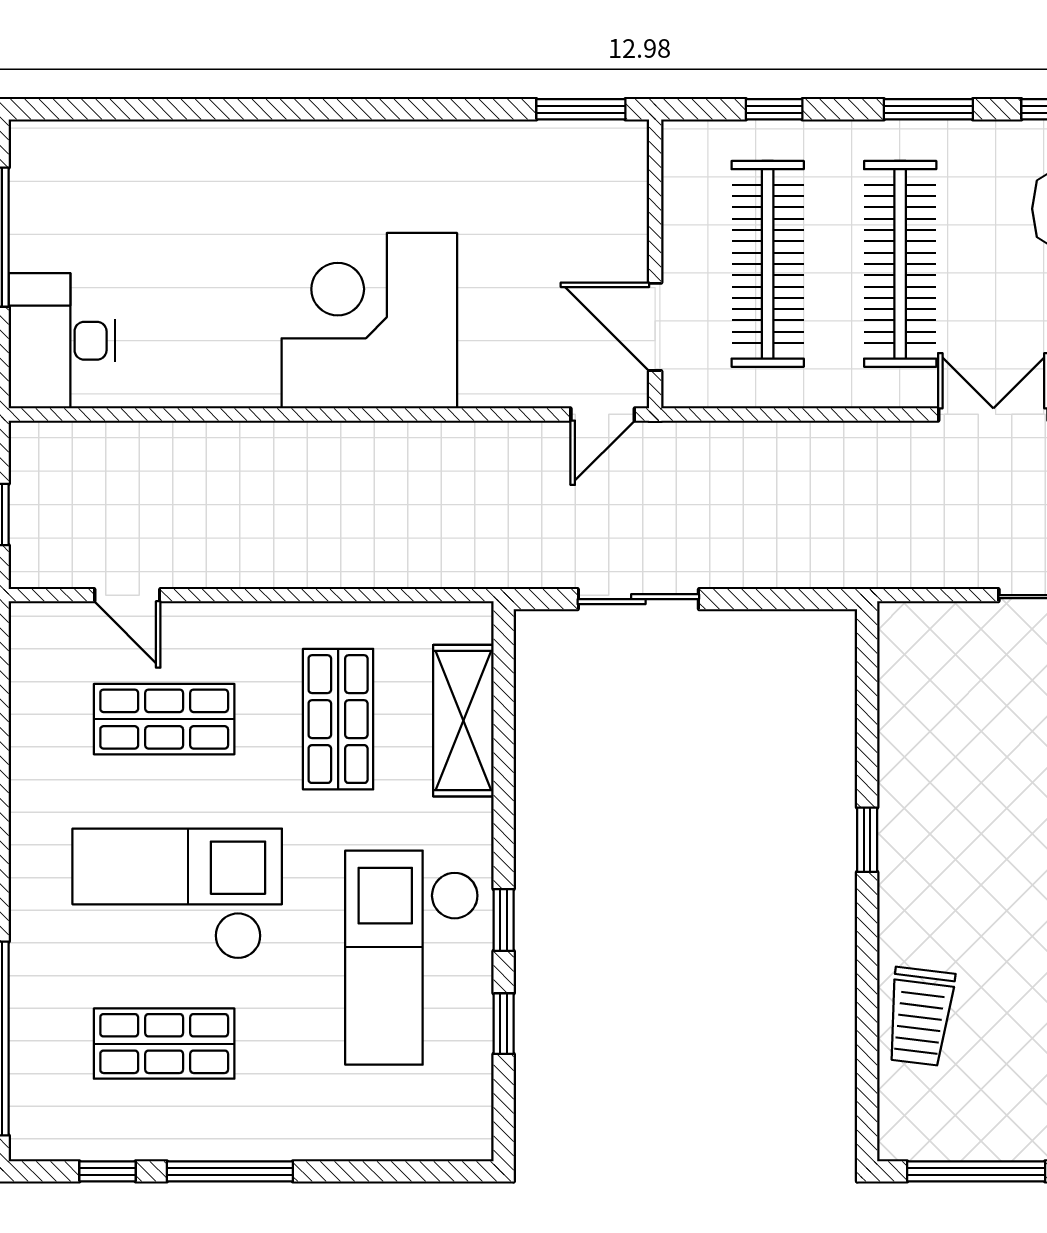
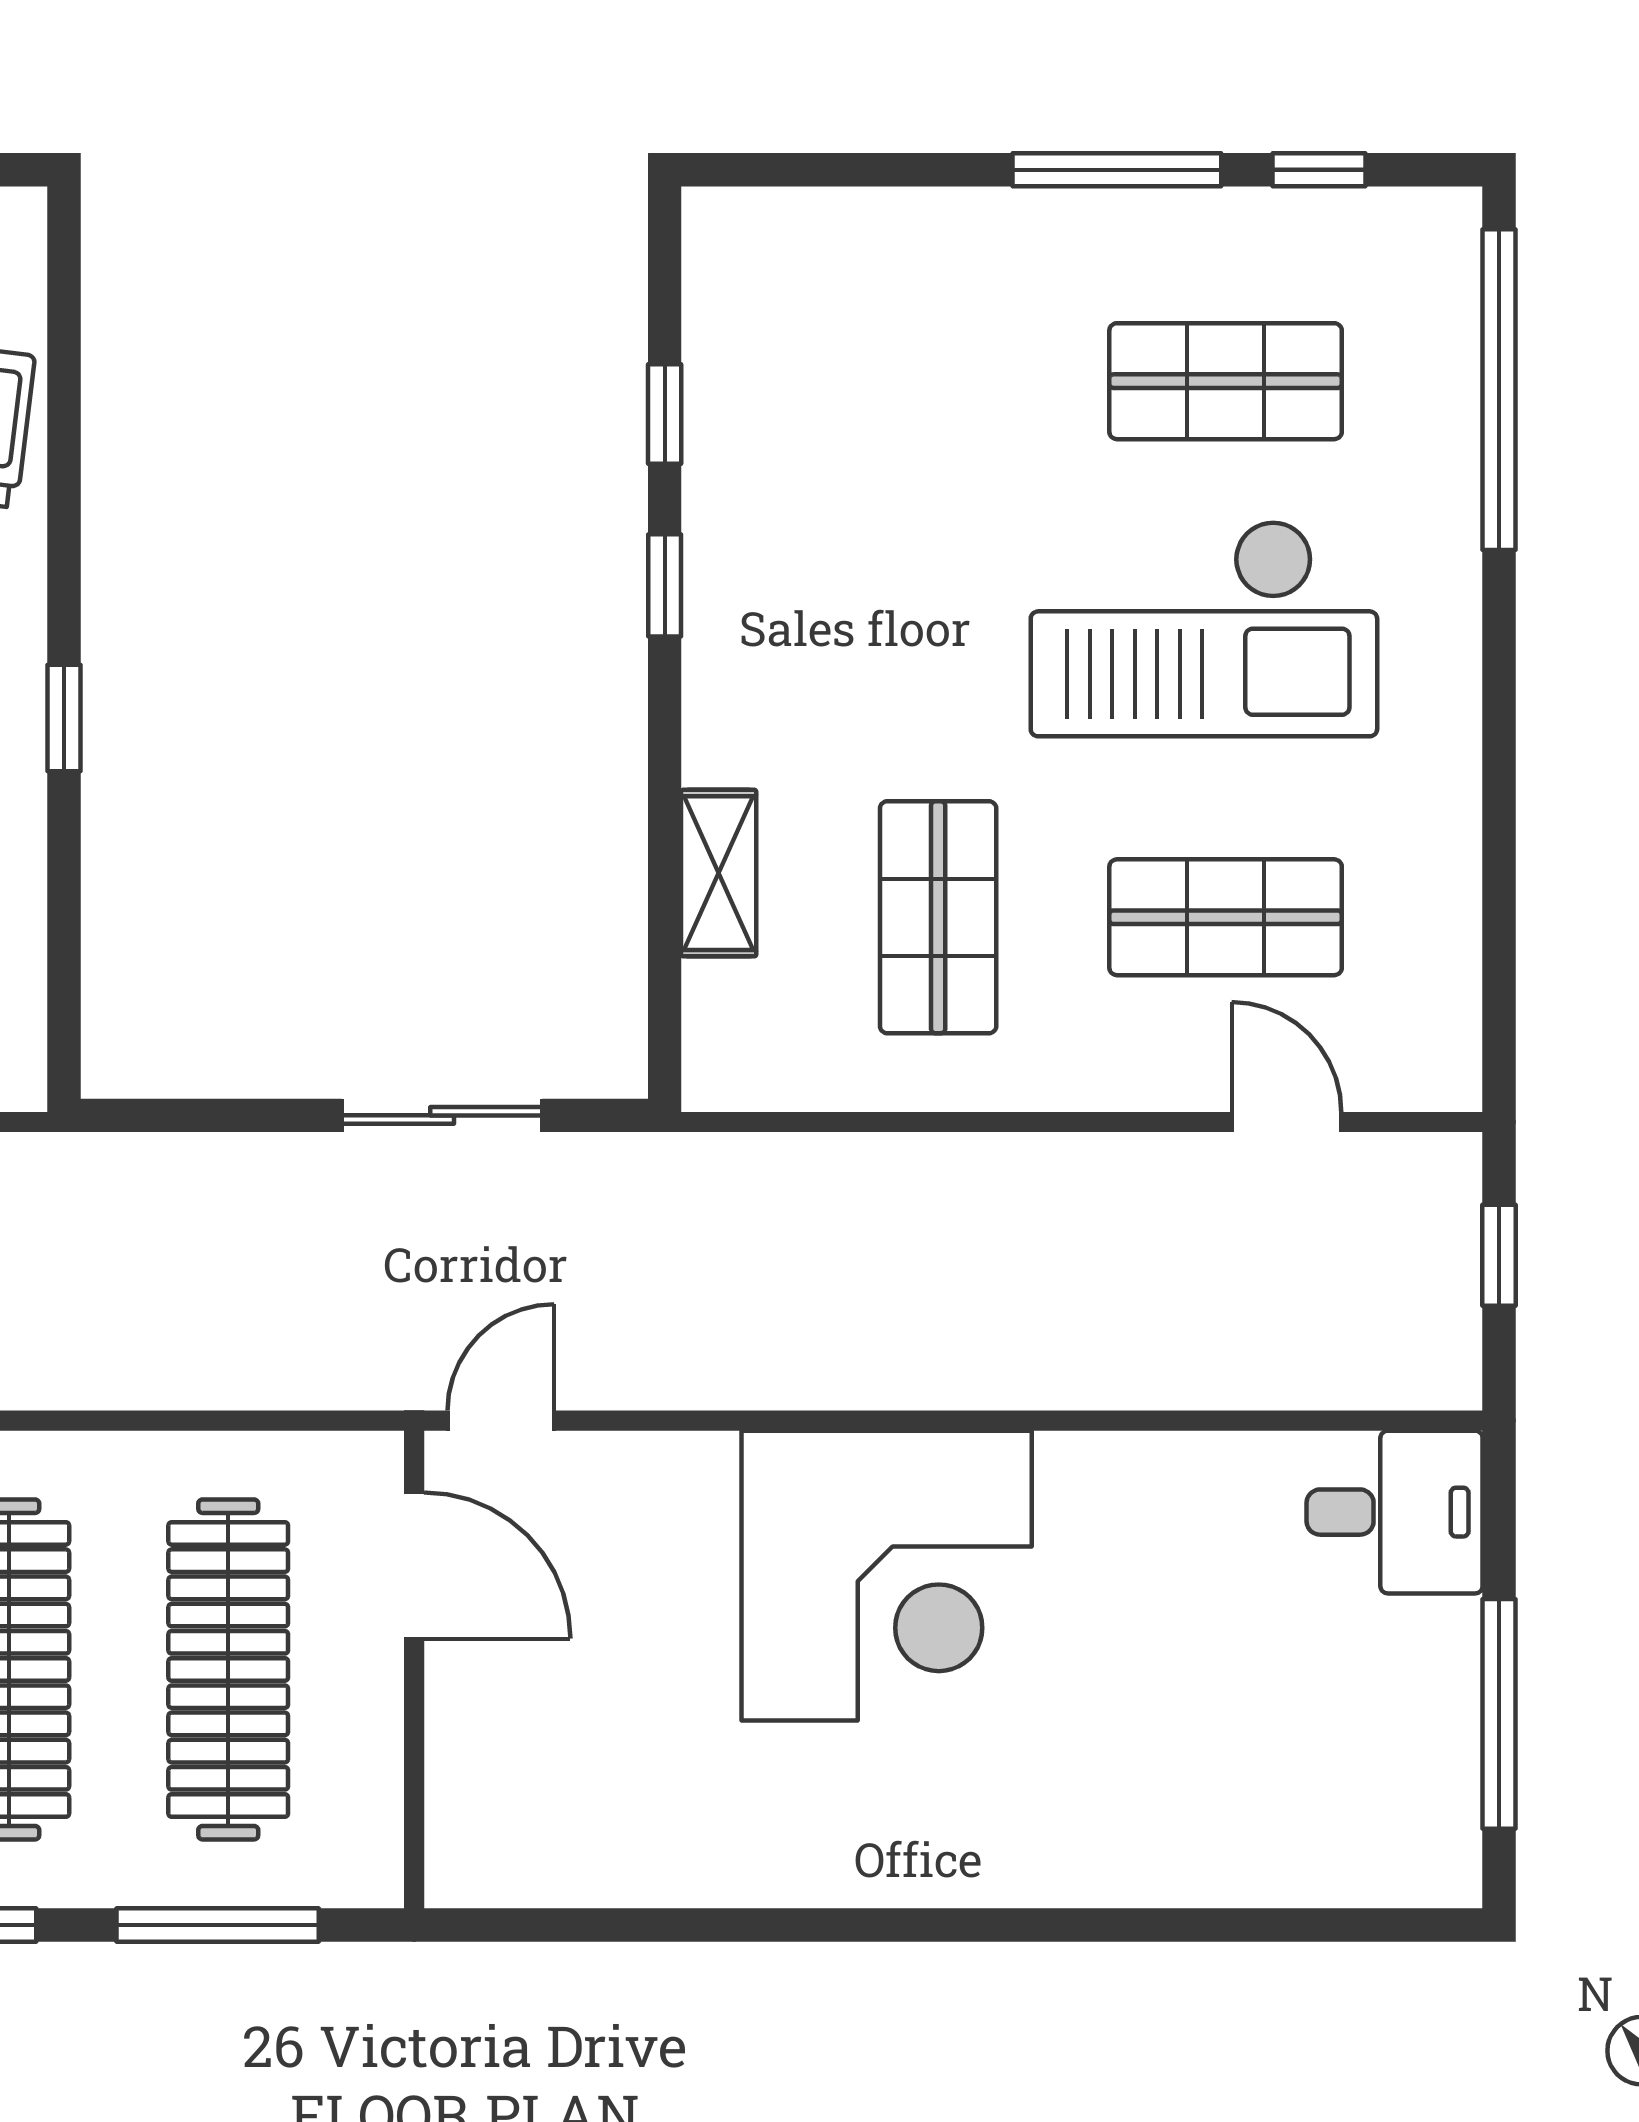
window: (581, 109) -> (537, 1925), removed
window: (774, 109) -> (218, 1925), width x2.17
desk: (62, 341) -> (1395, 1512), width x0.73
shelving: (463, 721) -> (719, 873), width x0.67, depth x0.75
checkout: (412, 958) -> (816, 523), removed

